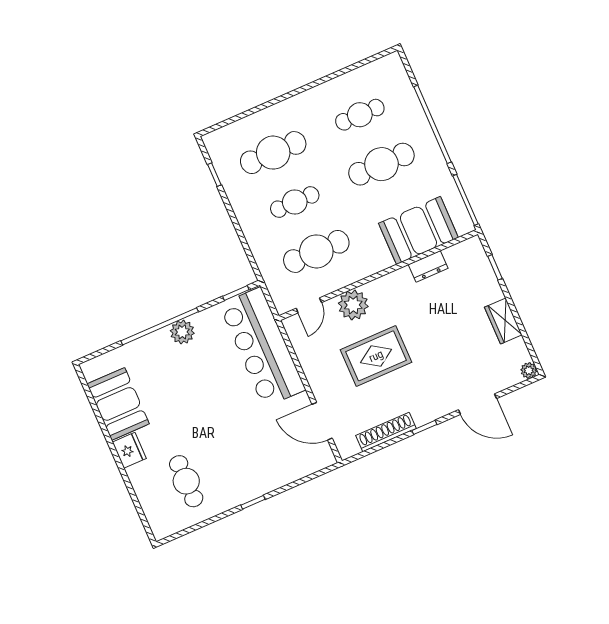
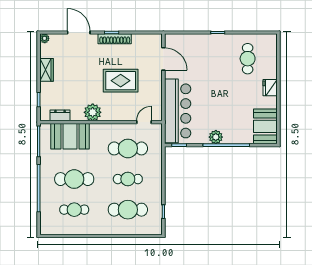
dresser: (428, 266) -> (60, 115), moved
plant: (353, 305) -> (93, 112), moved
booth: (118, 404) -> (265, 126), moved
shoe rack: (386, 432) -> (115, 39), moved

